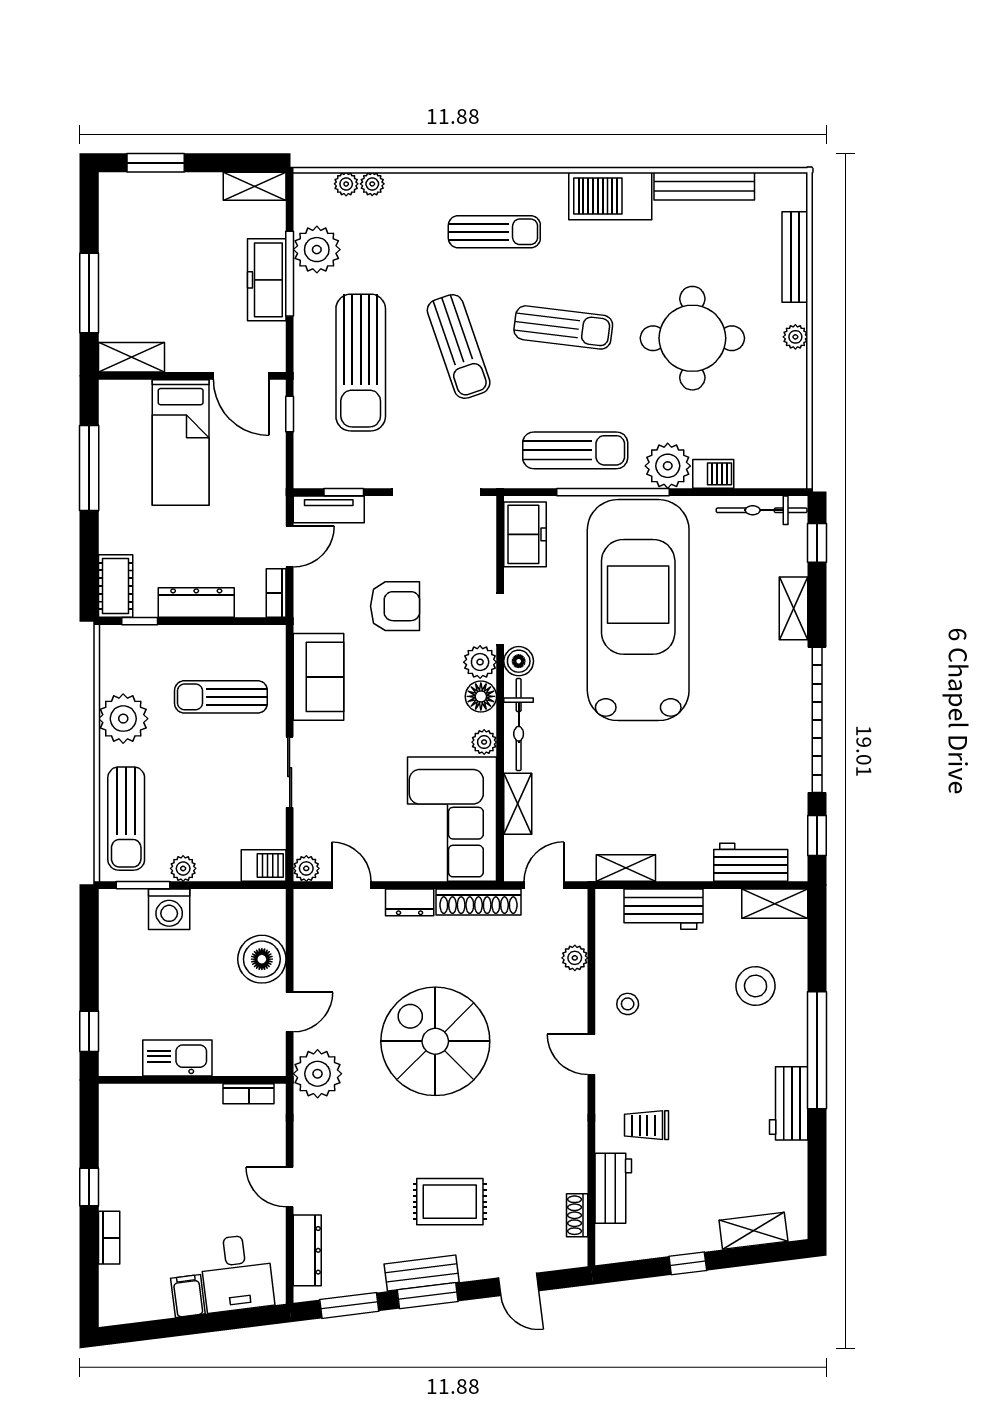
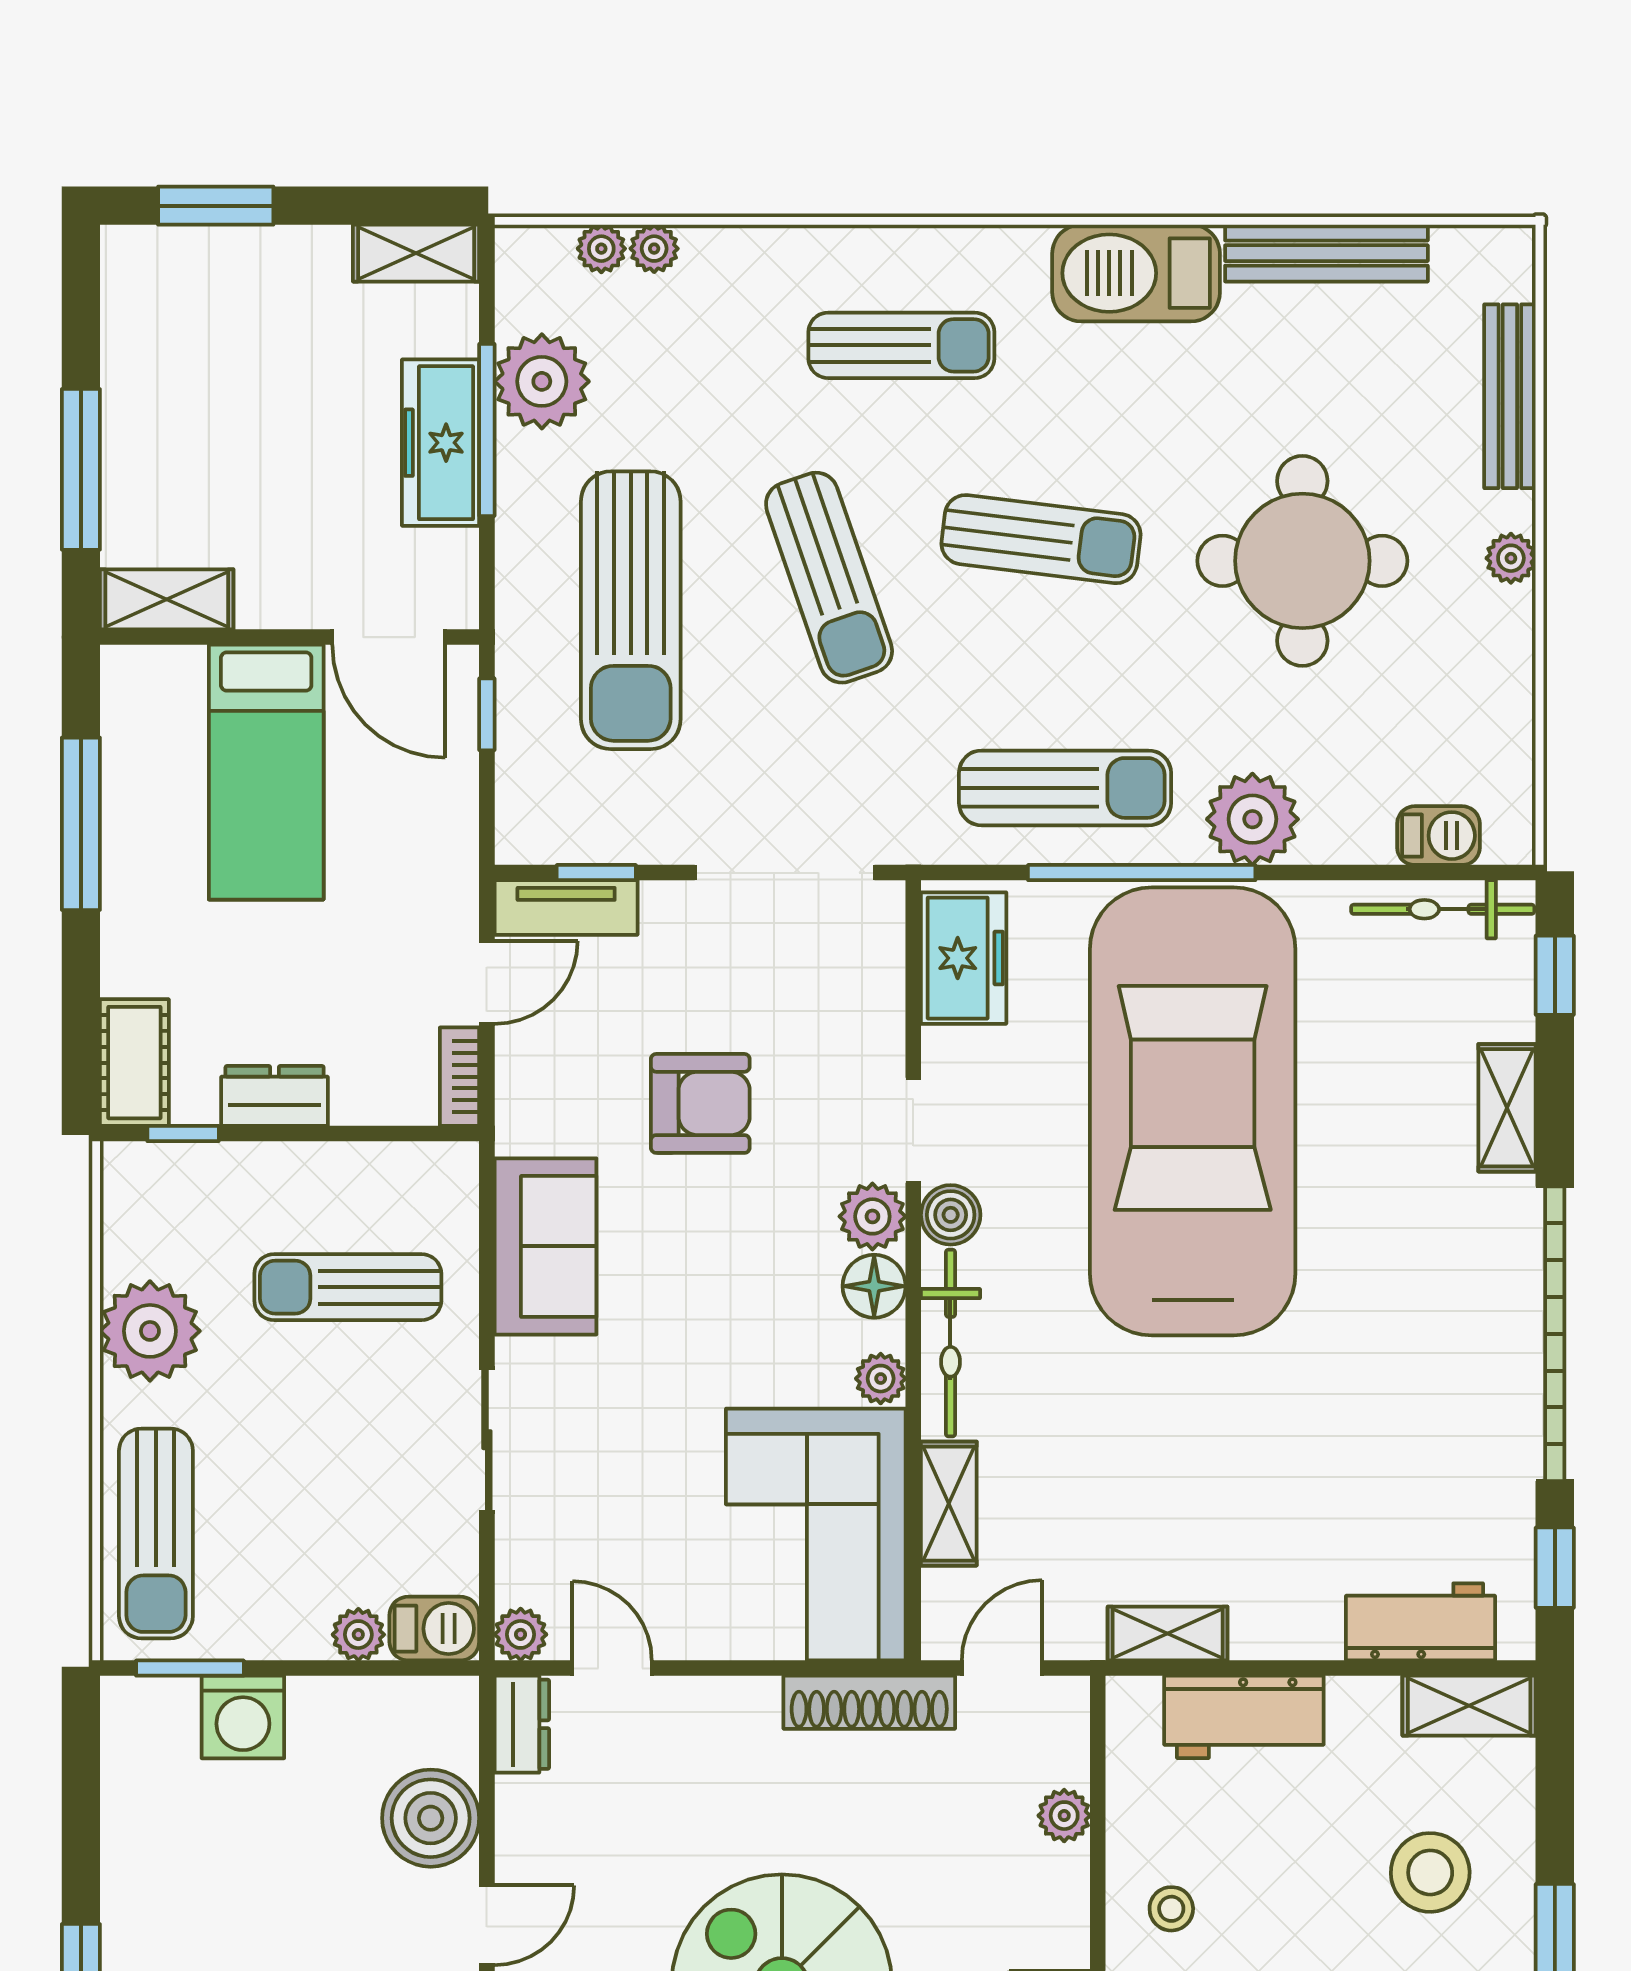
barbecue: (713, 474) -> (1438, 836), moved
dresser: (196, 602) -> (275, 1096), width x0.70
plant: (183, 868) -> (358, 1635), moved
dresser: (410, 902) -> (522, 1724), moved, turned -90

